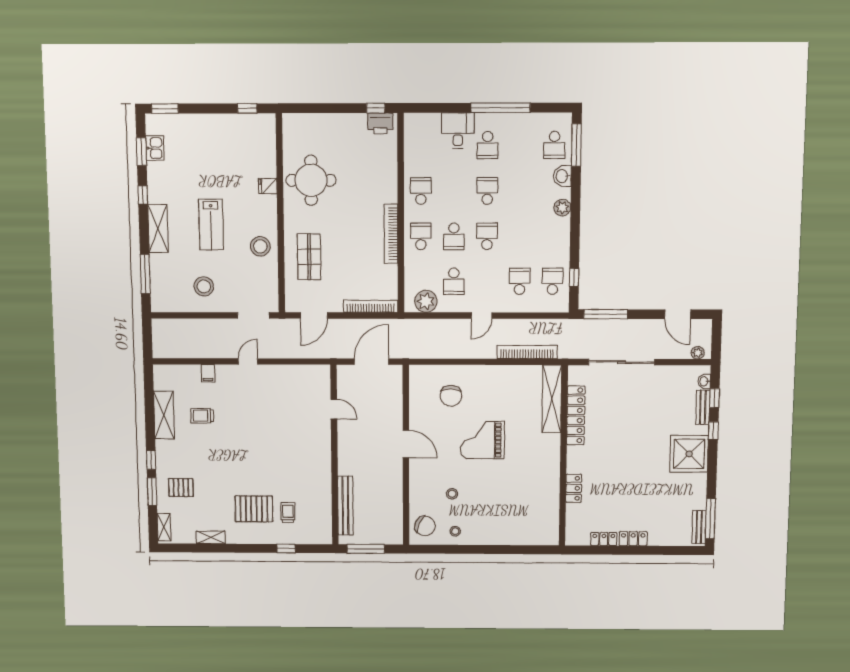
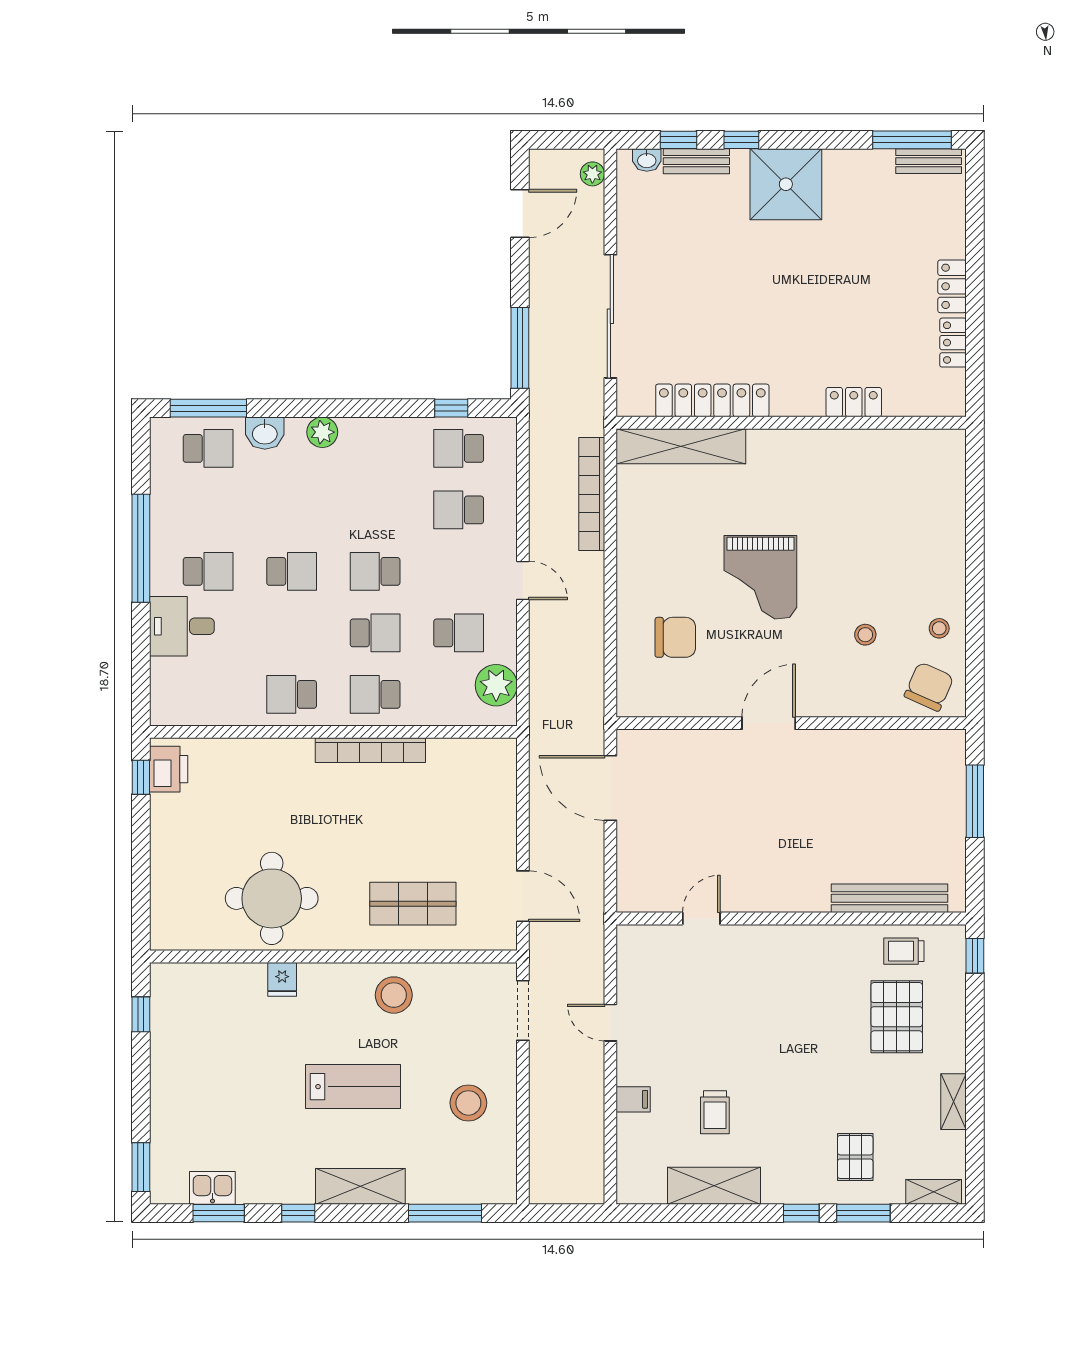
school desk: (487, 191) -> (292, 571), turned 180
bookcase: (371, 306) -> (505, 789), removed
door: (334, 409) -> (701, 919), moved
wall: (334, 455) -> (791, 919), moved
bench: (345, 506) -> (889, 898), moved

